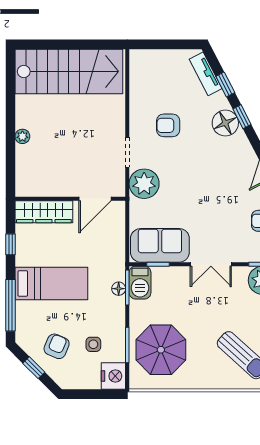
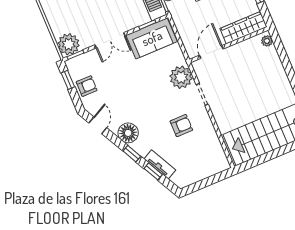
tv unit: (206, 74) -> (160, 164), moved
floor lamp: (225, 123) -> (128, 133), moved
plant: (22, 136) -> (267, 41), moved
double door: (211, 264) -> (110, 40), swing flipped

